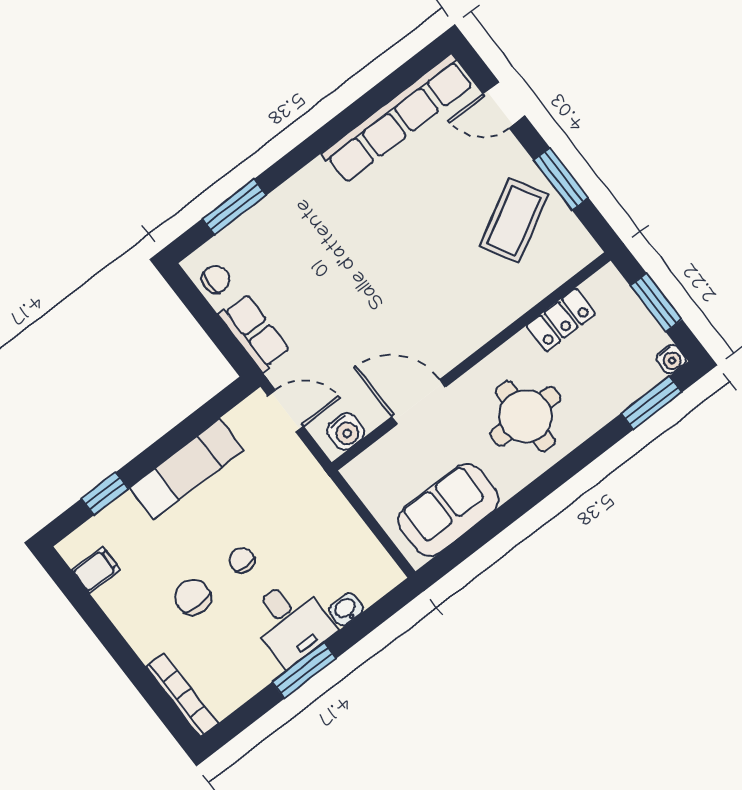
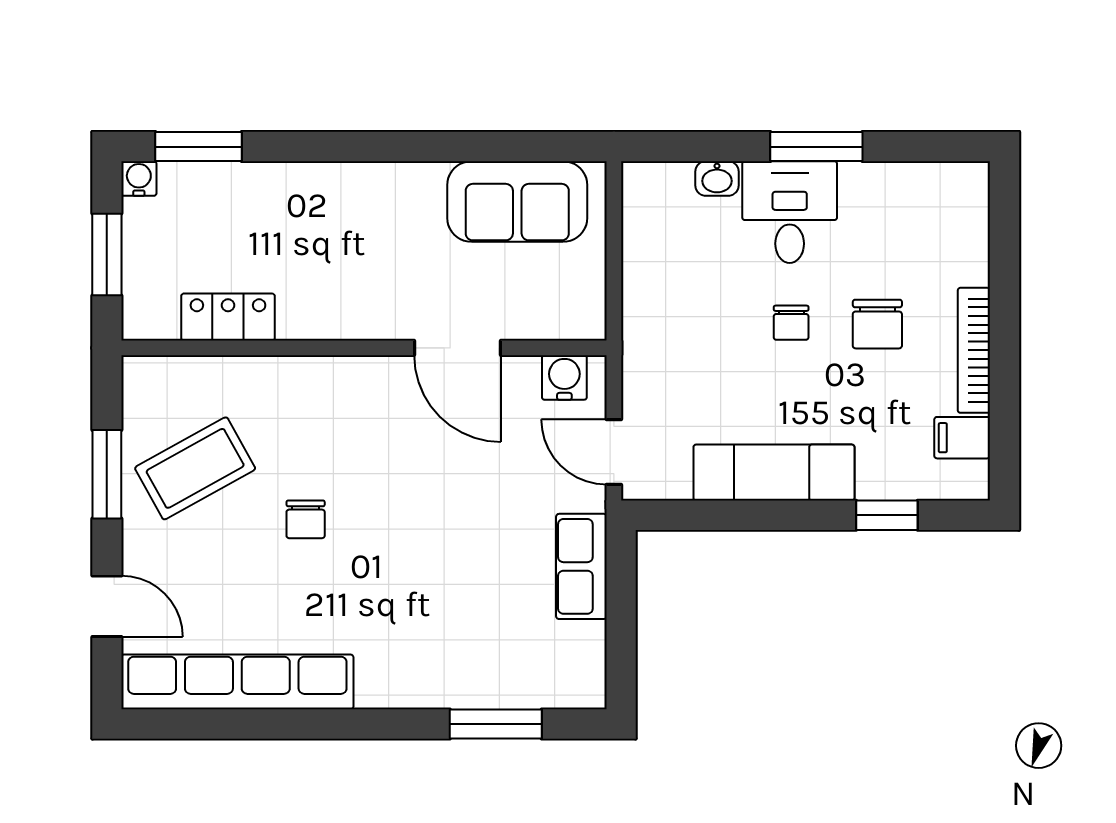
chair: (216, 279) -> (306, 519), moved, turned -90
round table: (525, 416) -> (351, 240), removed
bookcase: (182, 695) -> (974, 350), moved

